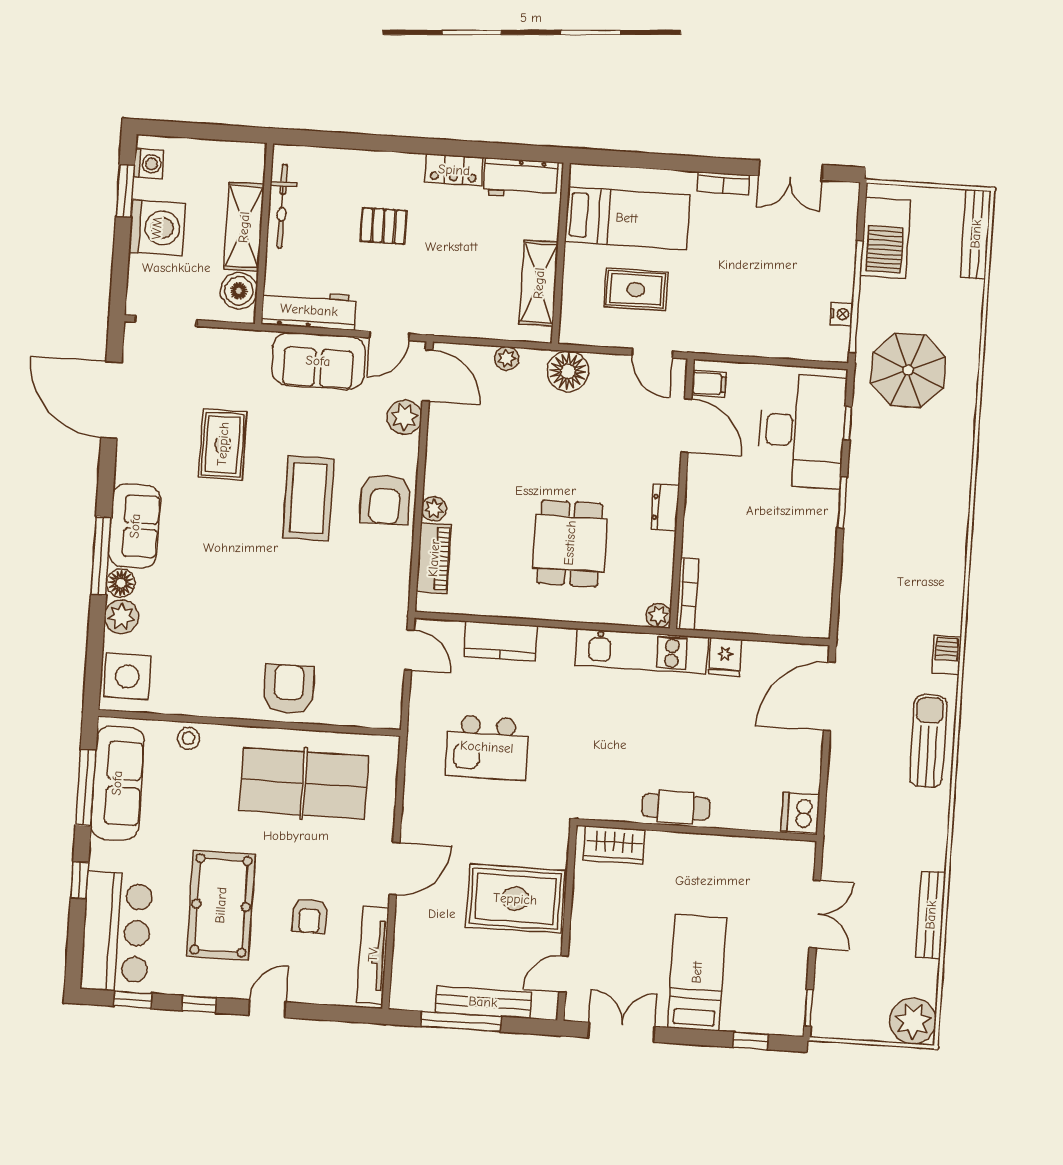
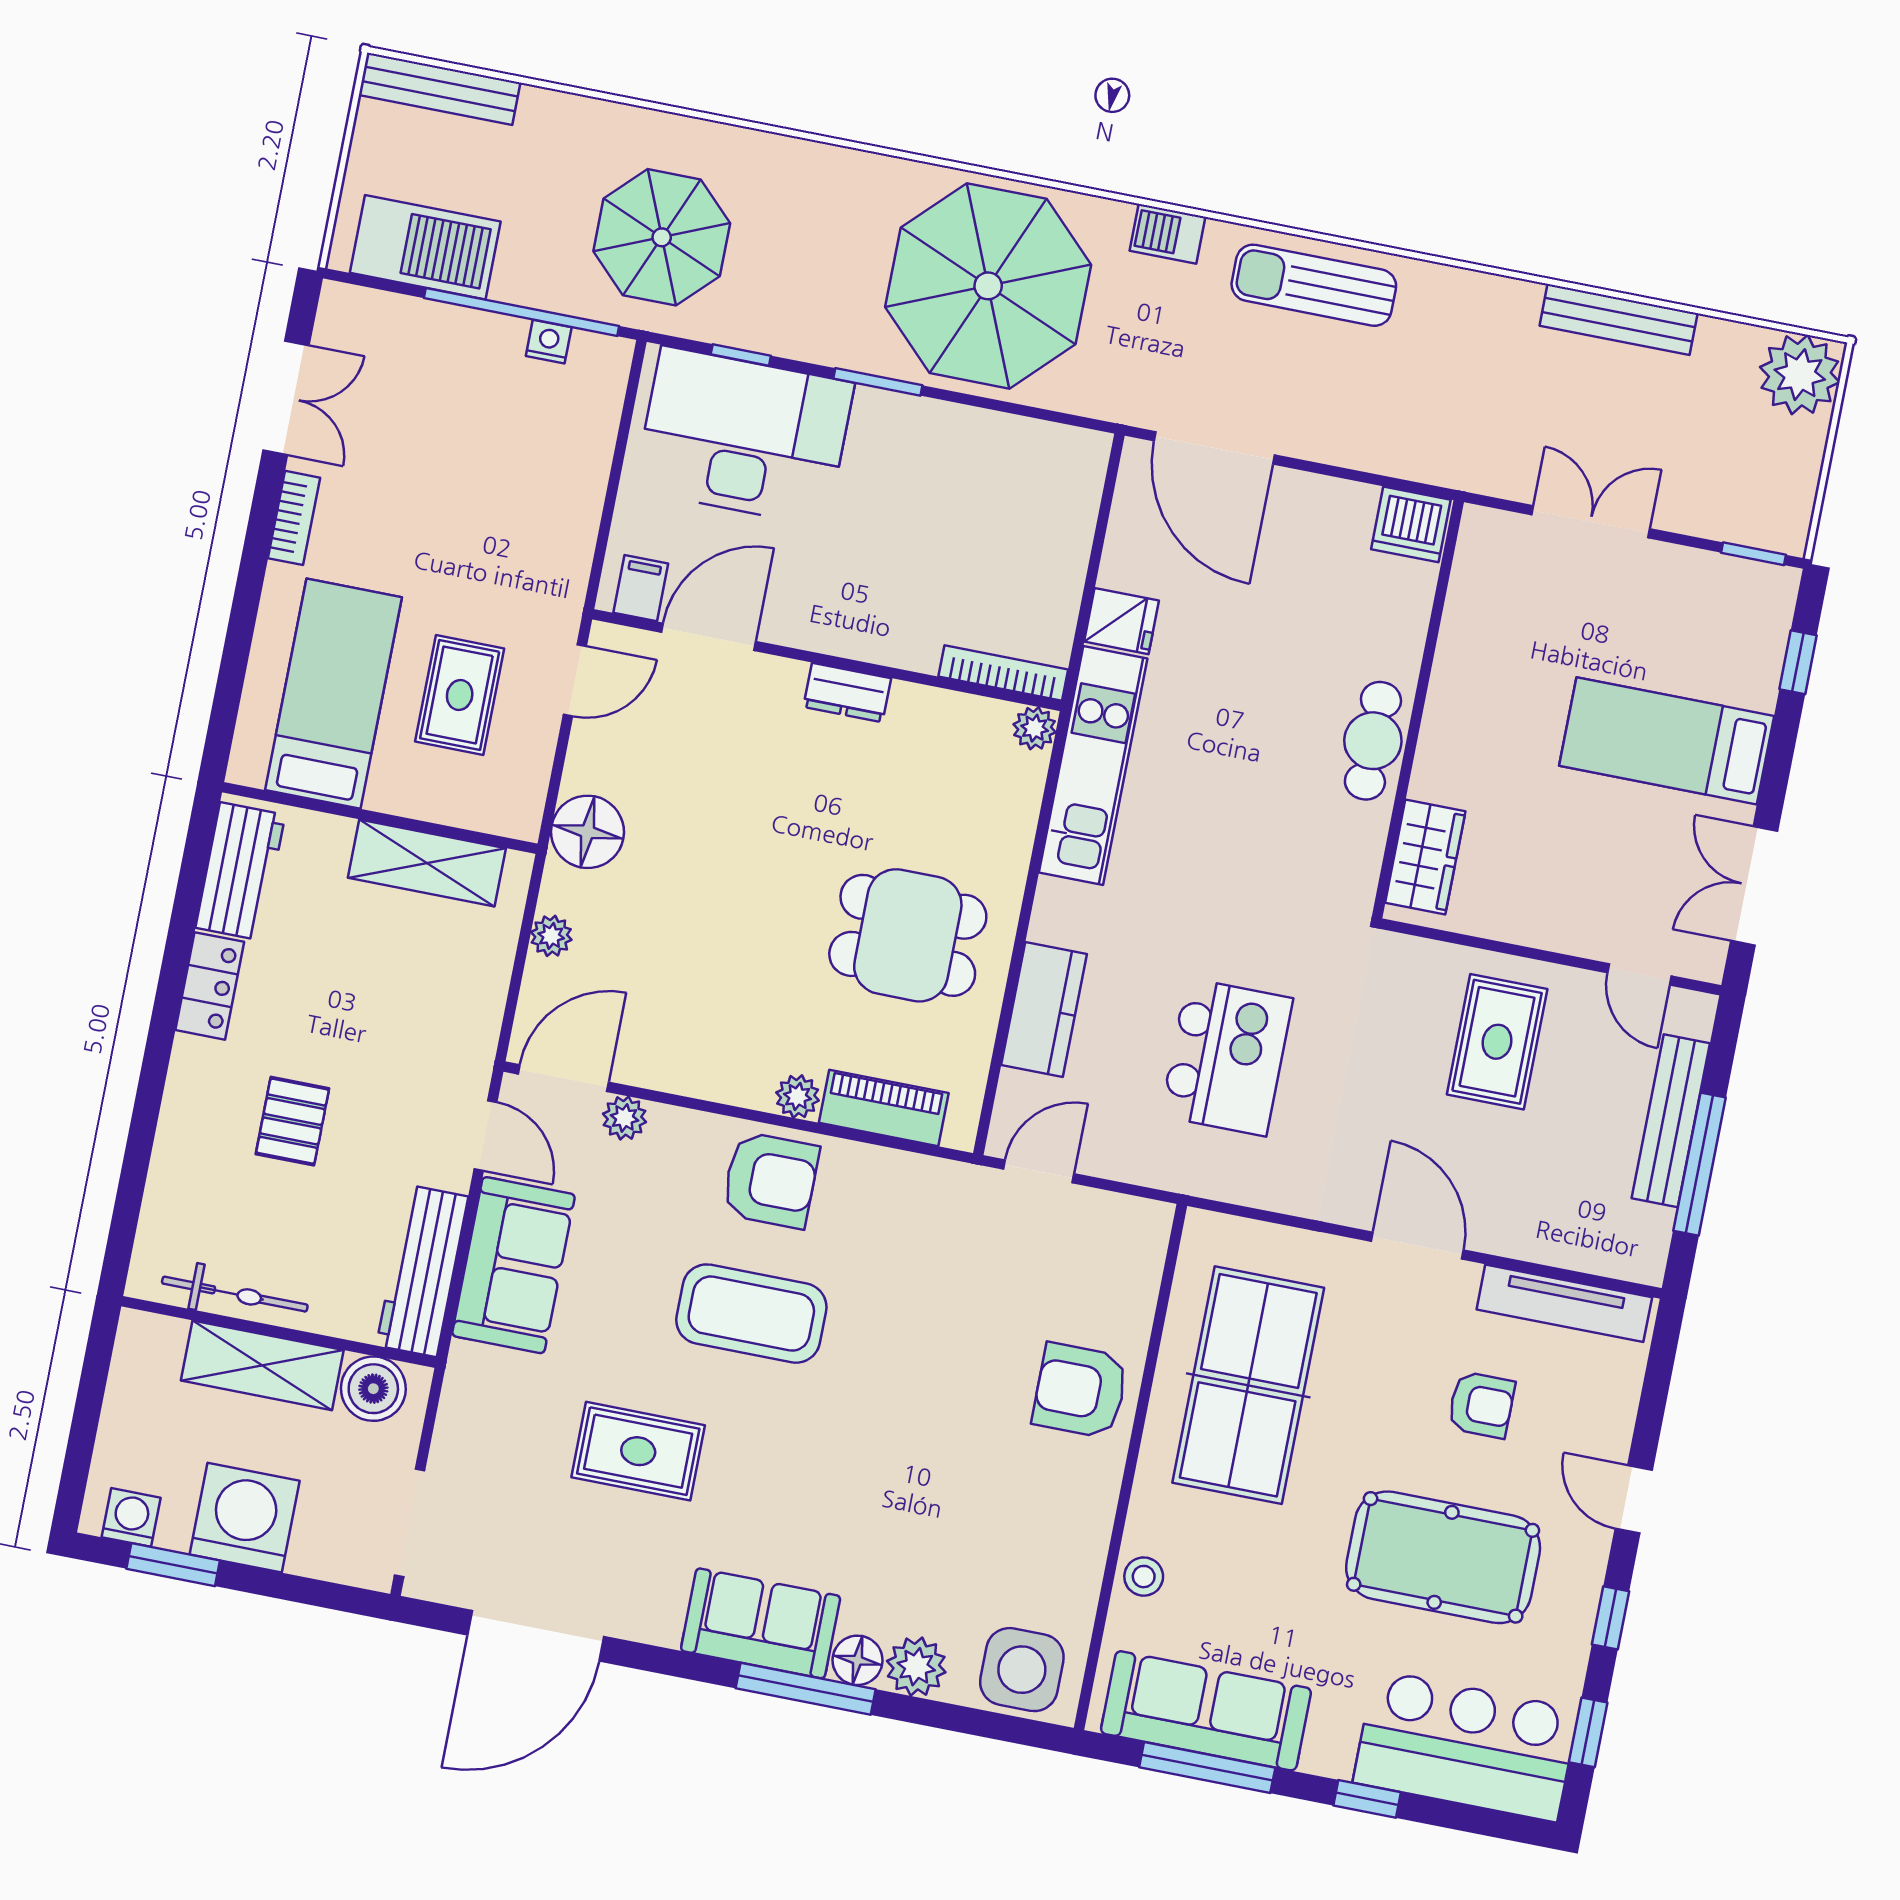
plant: (404, 417) -> (624, 1118), width x0.73, depth x0.73
dining table: (570, 543) -> (908, 935), moved
parasol: (904, 557) -> (988, 286), added
rug: (515, 899) -> (1497, 1042), width x0.73, depth x0.70

